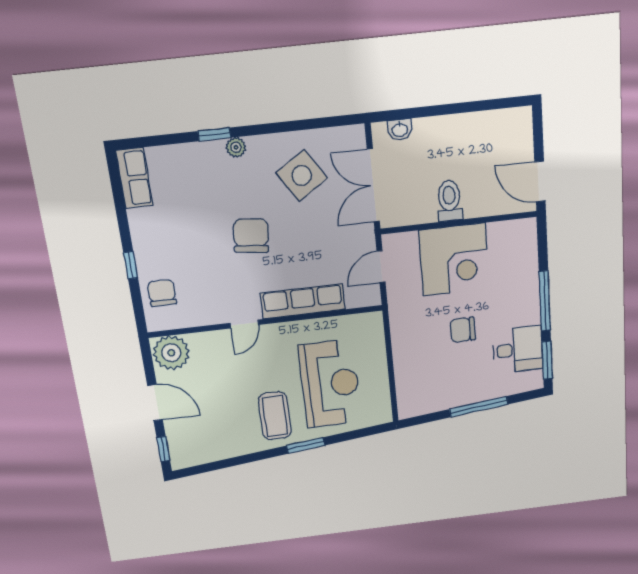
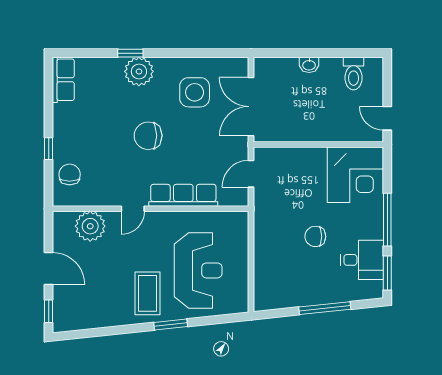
washbasin: (400, 130) -> (309, 65), moved
plant: (236, 147) -> (139, 71), width x1.87, depth x1.87
side table: (302, 176) -> (195, 92), turned 33
door: (540, 182) -> (387, 118), width x0.73
toilet: (449, 201) -> (354, 73), moved, turned 180
chair: (251, 236) -> (148, 136), turned -96
corner desk: (454, 259) -> (355, 175), moved
plant: (171, 353) -> (90, 226), moved

